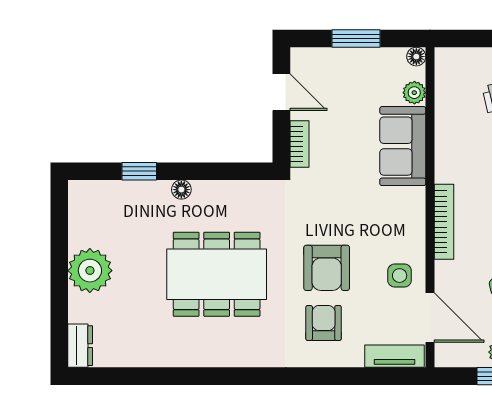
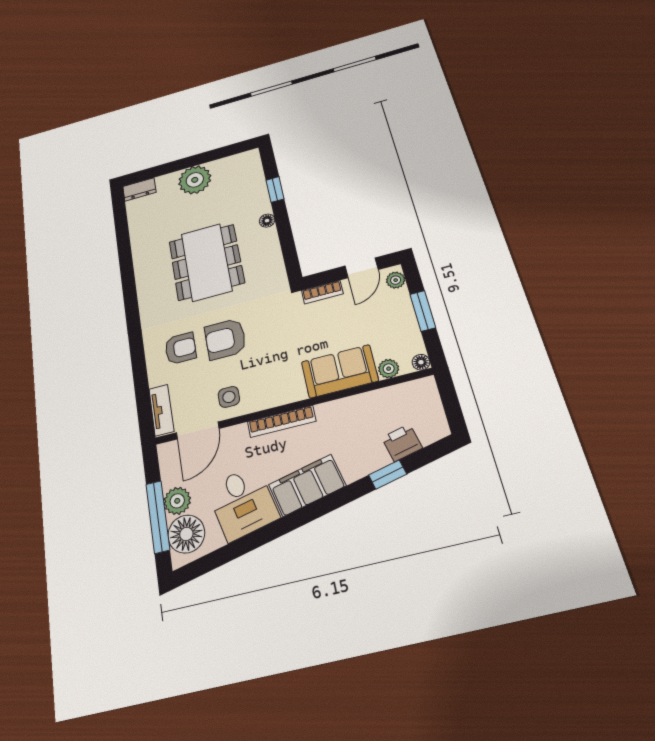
plant: (309, 58) -> (396, 280), added

